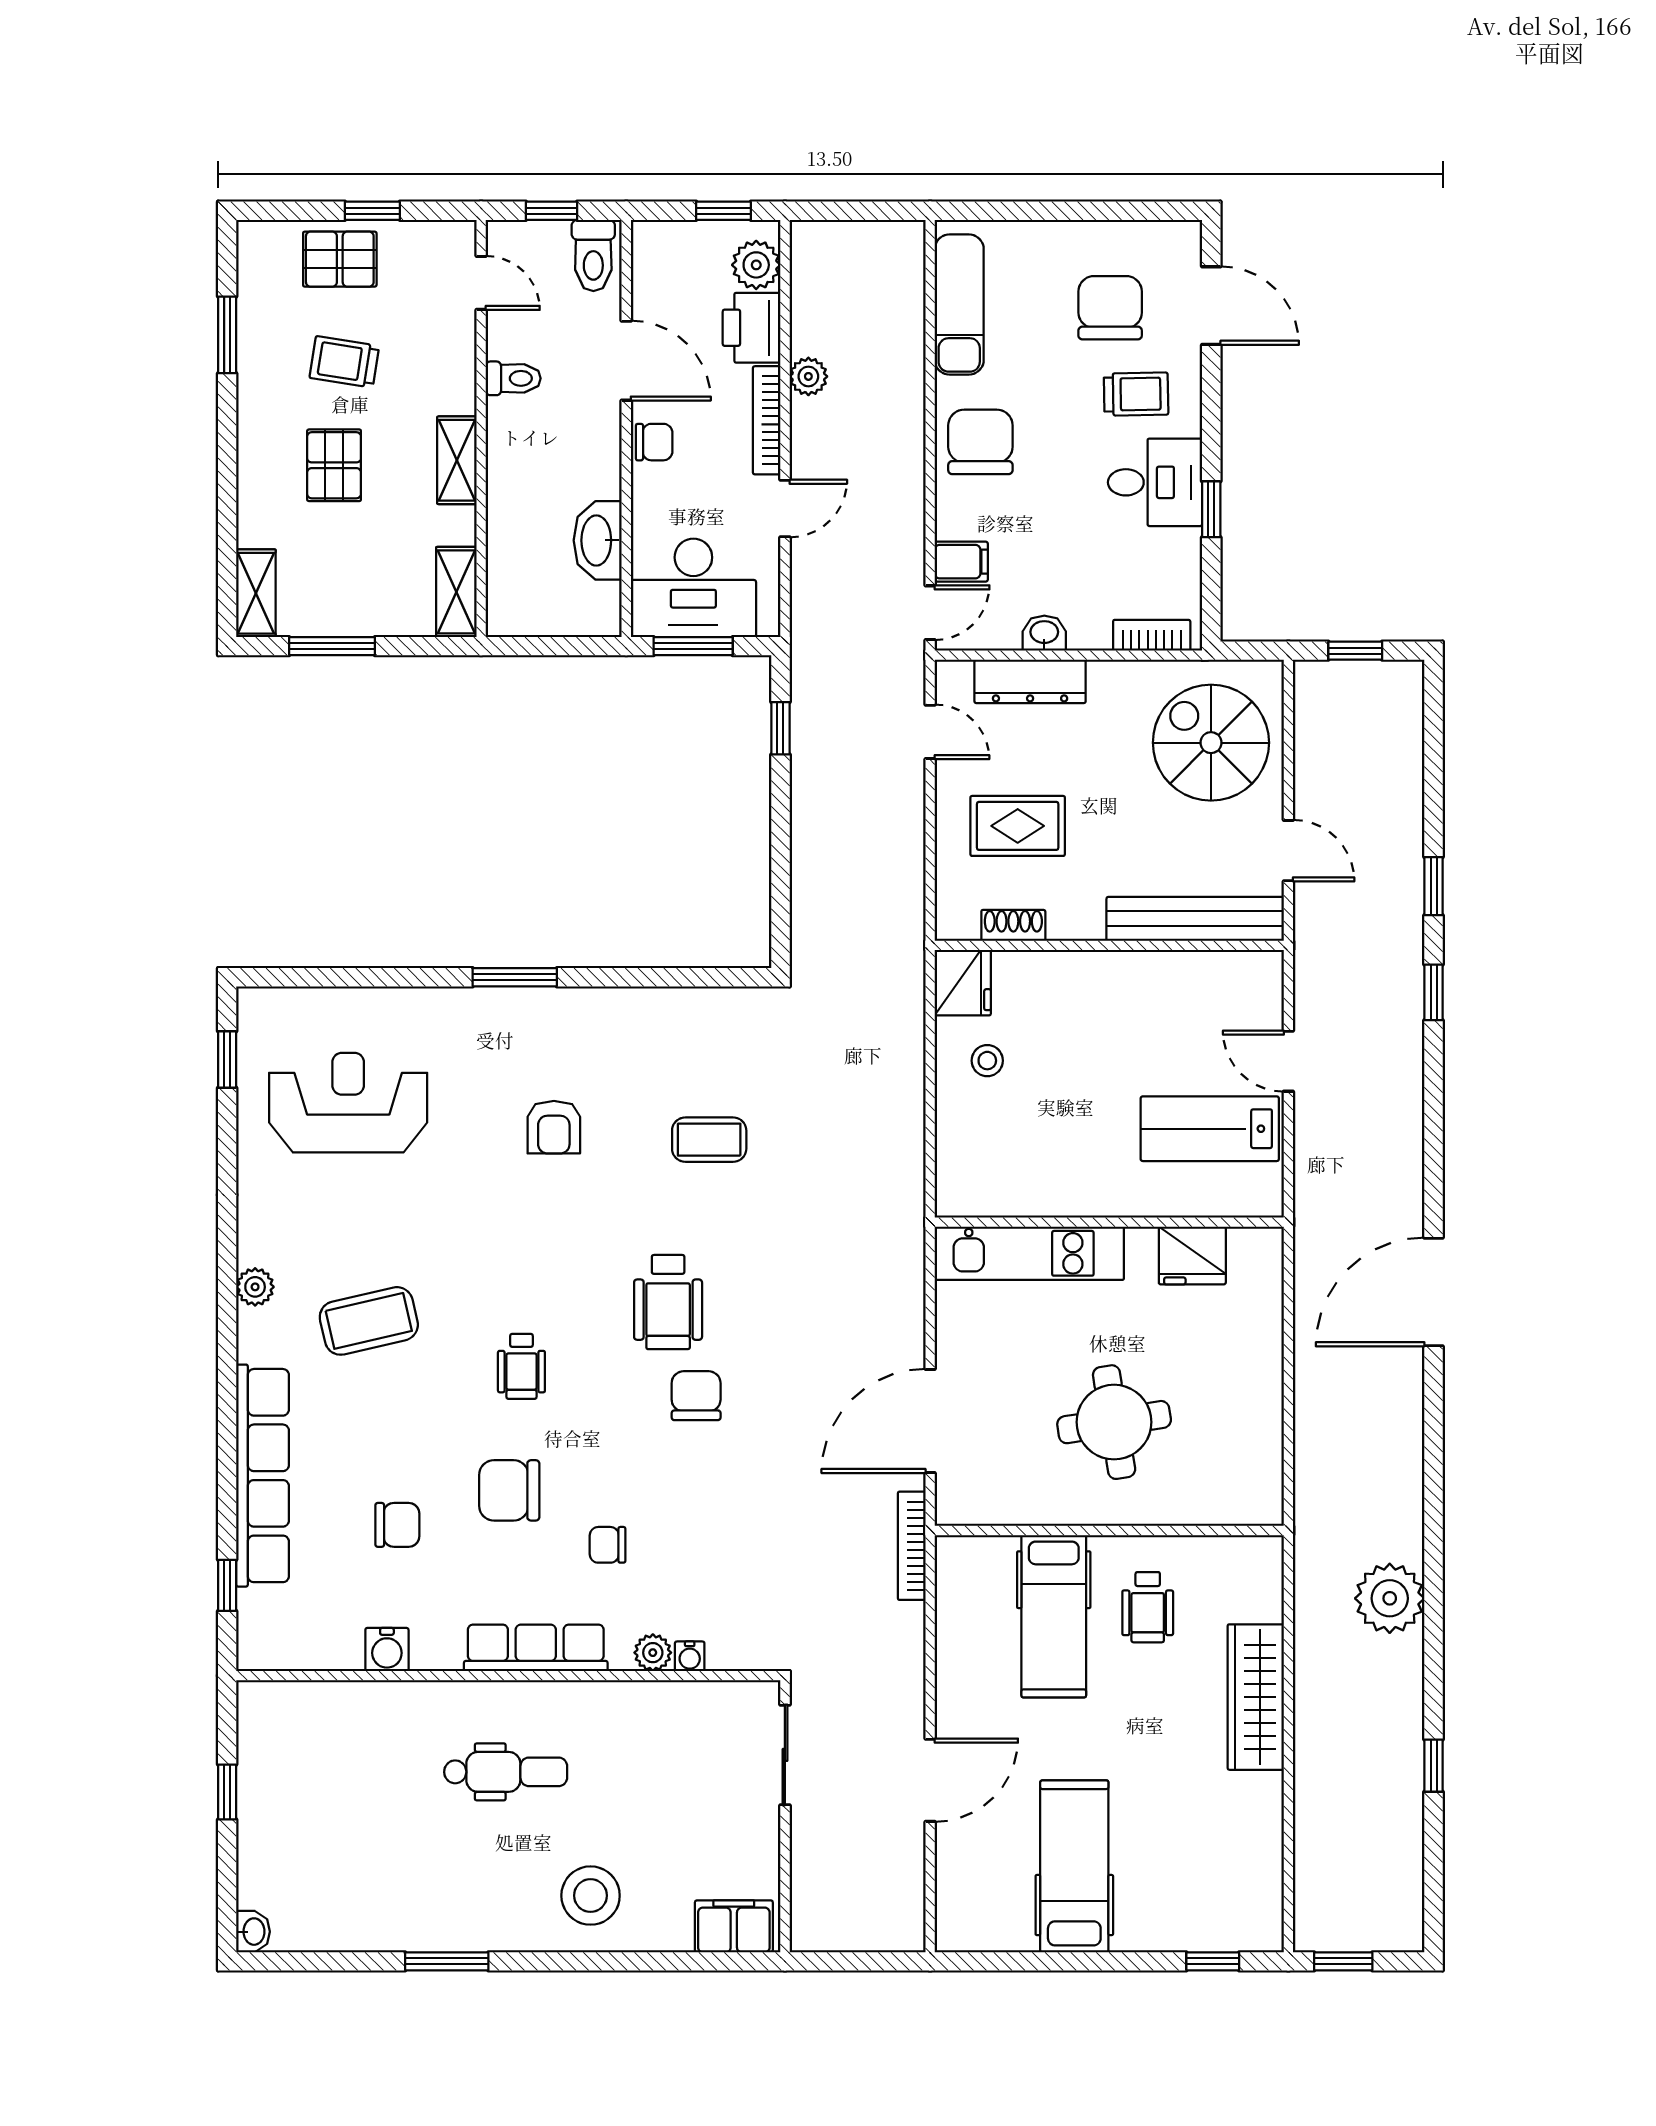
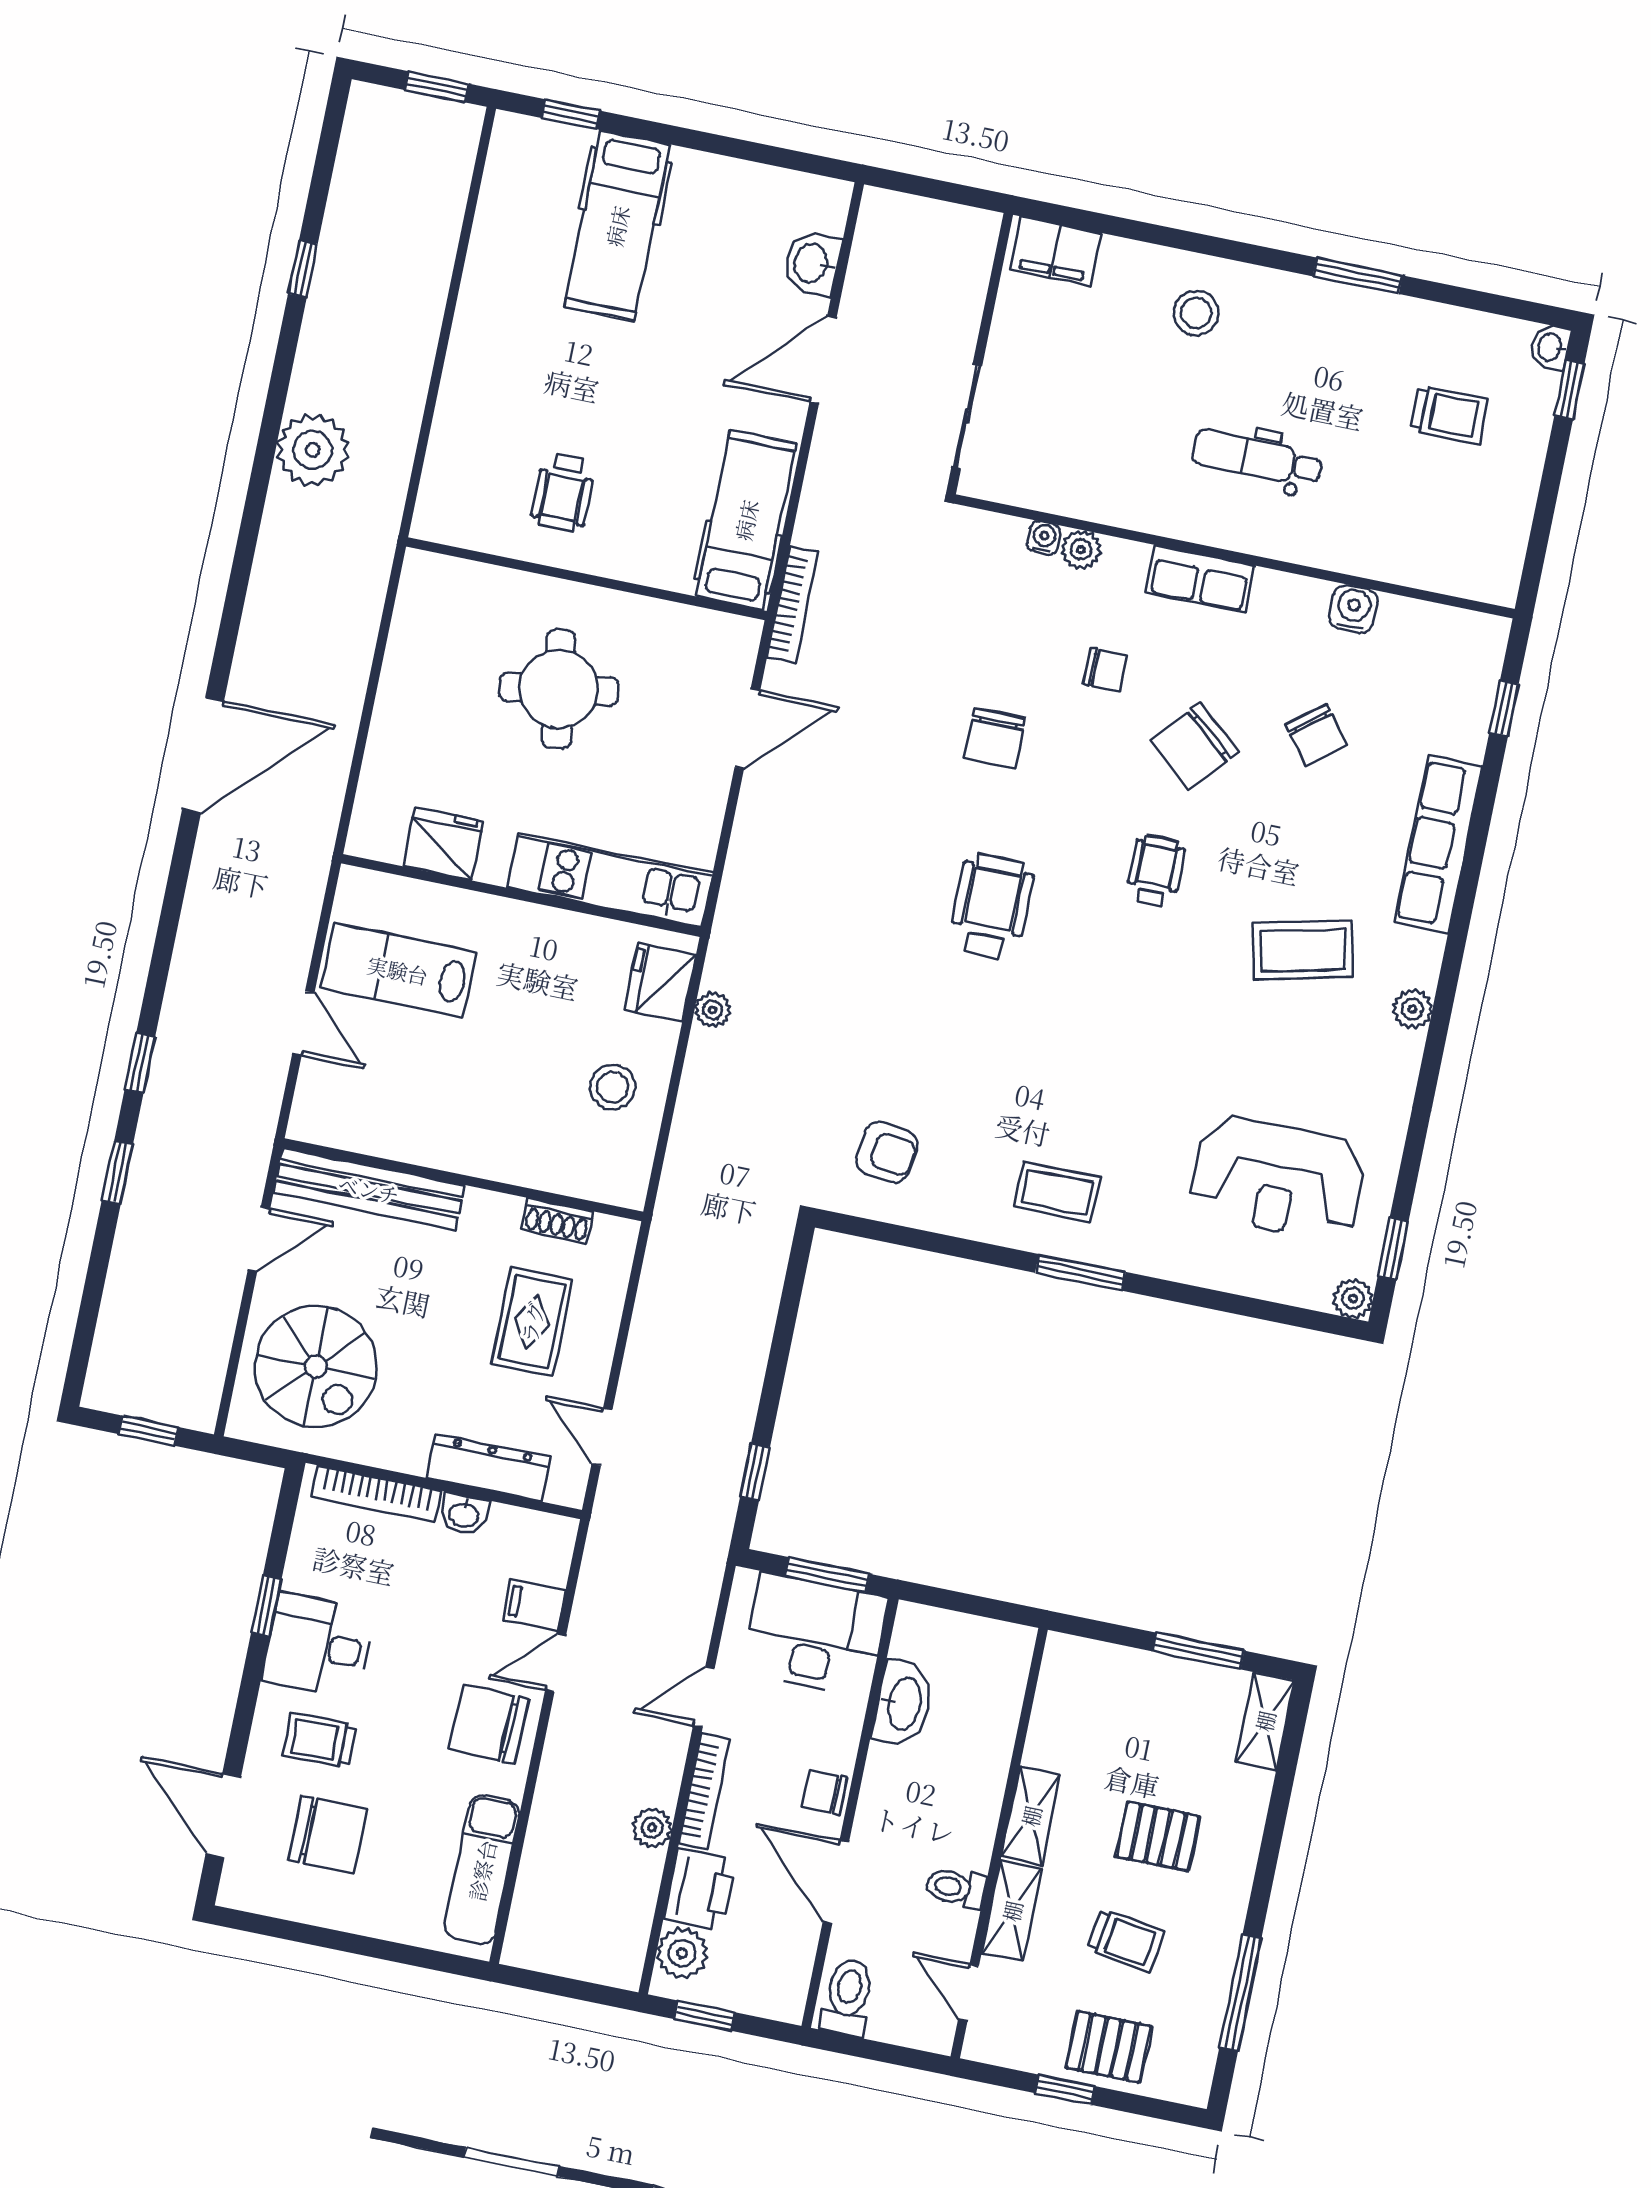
window: (552, 211) -> (881, 2052), removed
chair: (1110, 308) -> (328, 1835), turned -90
window: (227, 335) -> (1240, 1993), width x1.44
chair: (980, 442) -> (489, 1724), turned 92
pallet: (334, 465) -> (1158, 1836), turned 90
shelving: (456, 592) -> (1012, 1911), moved
door: (930, 613) -> (556, 1663), moved
bookcase: (1152, 635) -> (376, 1494), width x1.56
rug: (1018, 826) -> (532, 1322), turned 90
door: (1288, 851) -> (259, 1239), swing flipped
fridge: (963, 983) -> (660, 983), moved
plant: (255, 1005) -> (1353, 1298), added
stool: (987, 1061) -> (613, 1087), width x1.37, depth x1.37
armchair: (554, 1127) -> (887, 1152), moved, turned 97
lab bench: (1210, 1129) -> (398, 970), turned 180
coffee table: (709, 1140) -> (1057, 1192), moved
plant: (909, 1152) -> (713, 1010), added
chair: (696, 1396) -> (995, 738), moved
door: (930, 1421) -> (747, 729), width x0.73
row of seats: (263, 1476) -> (1438, 844), width x0.73
chair: (509, 1490) -> (1194, 746), turned 131
chair: (397, 1525) -> (1316, 735), turned -128
wheelchair: (1148, 1607) -> (563, 492), turned 180
hospital bed: (1054, 1616) -> (746, 520), moved
row of seats: (536, 1648) -> (1200, 579), width x0.68
wardrobe: (1256, 1697) -> (471, 377), removed
window: (227, 1792) -> (1569, 390), moved
trolley: (335, 1849) -> (1449, 415), added
hospital bed: (1074, 1866) -> (617, 226), moved
washbasin: (959, 1868) -> (812, 263), added
stool: (591, 1896) -> (1196, 313), width x0.73, depth x0.73

